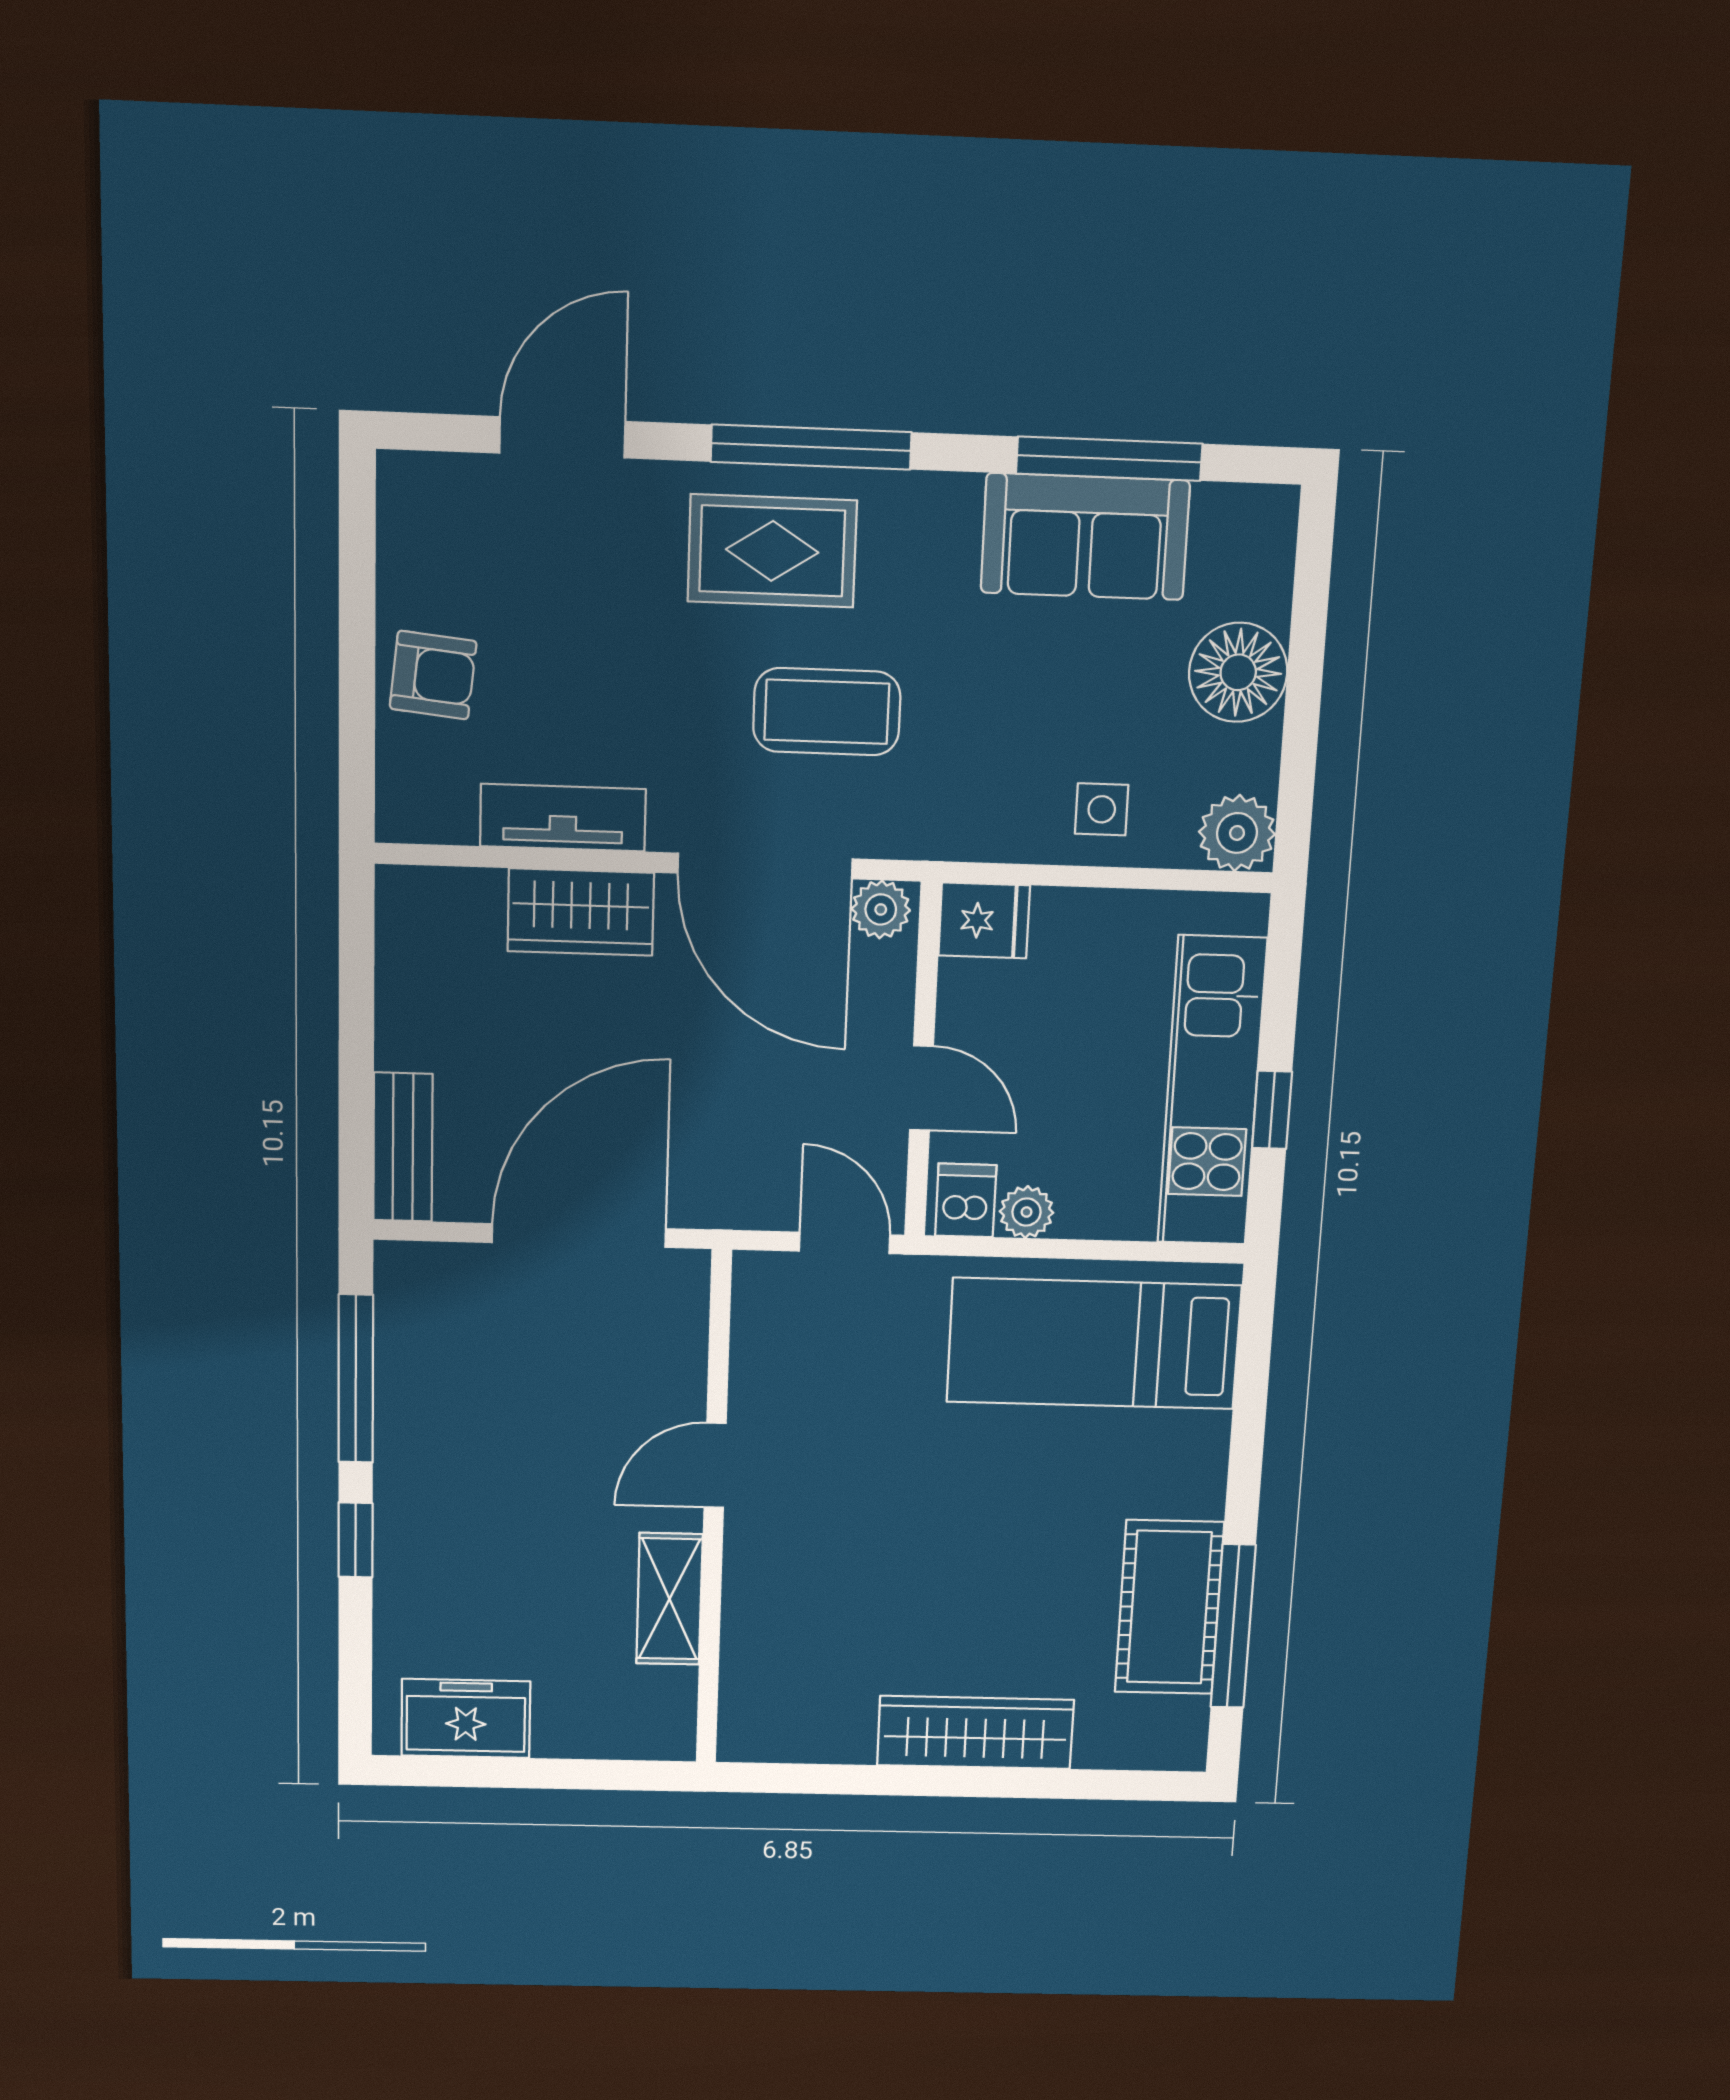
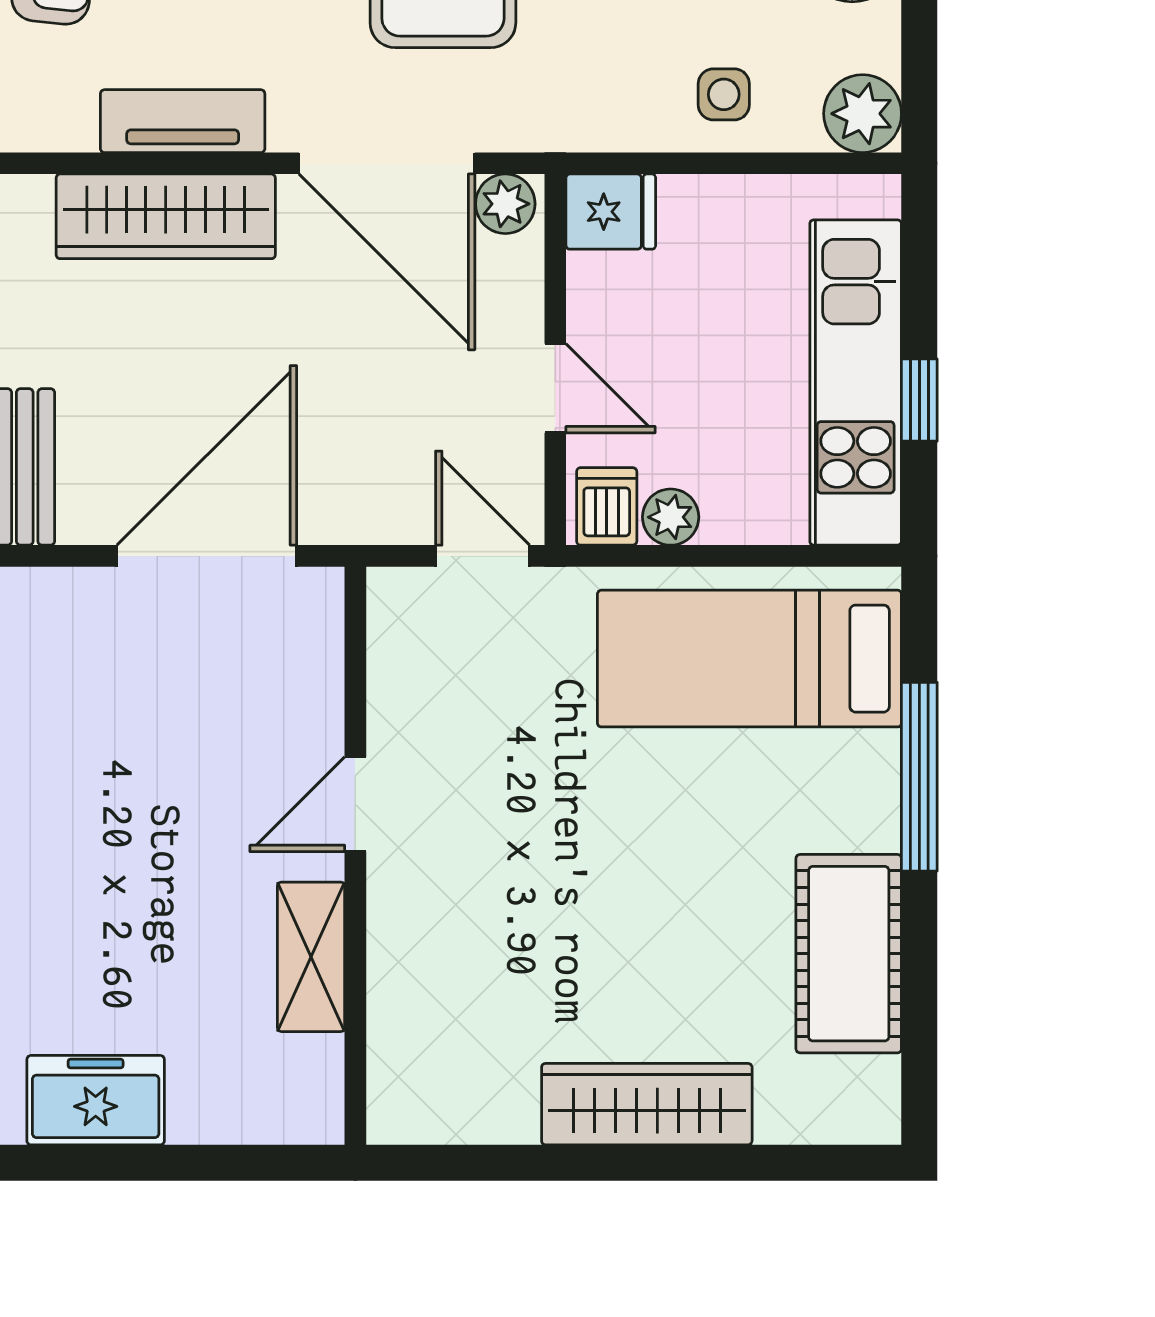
wardrobe: (581, 912) -> (166, 216), width x1.50
window: (1233, 1626) -> (919, 777), moved

